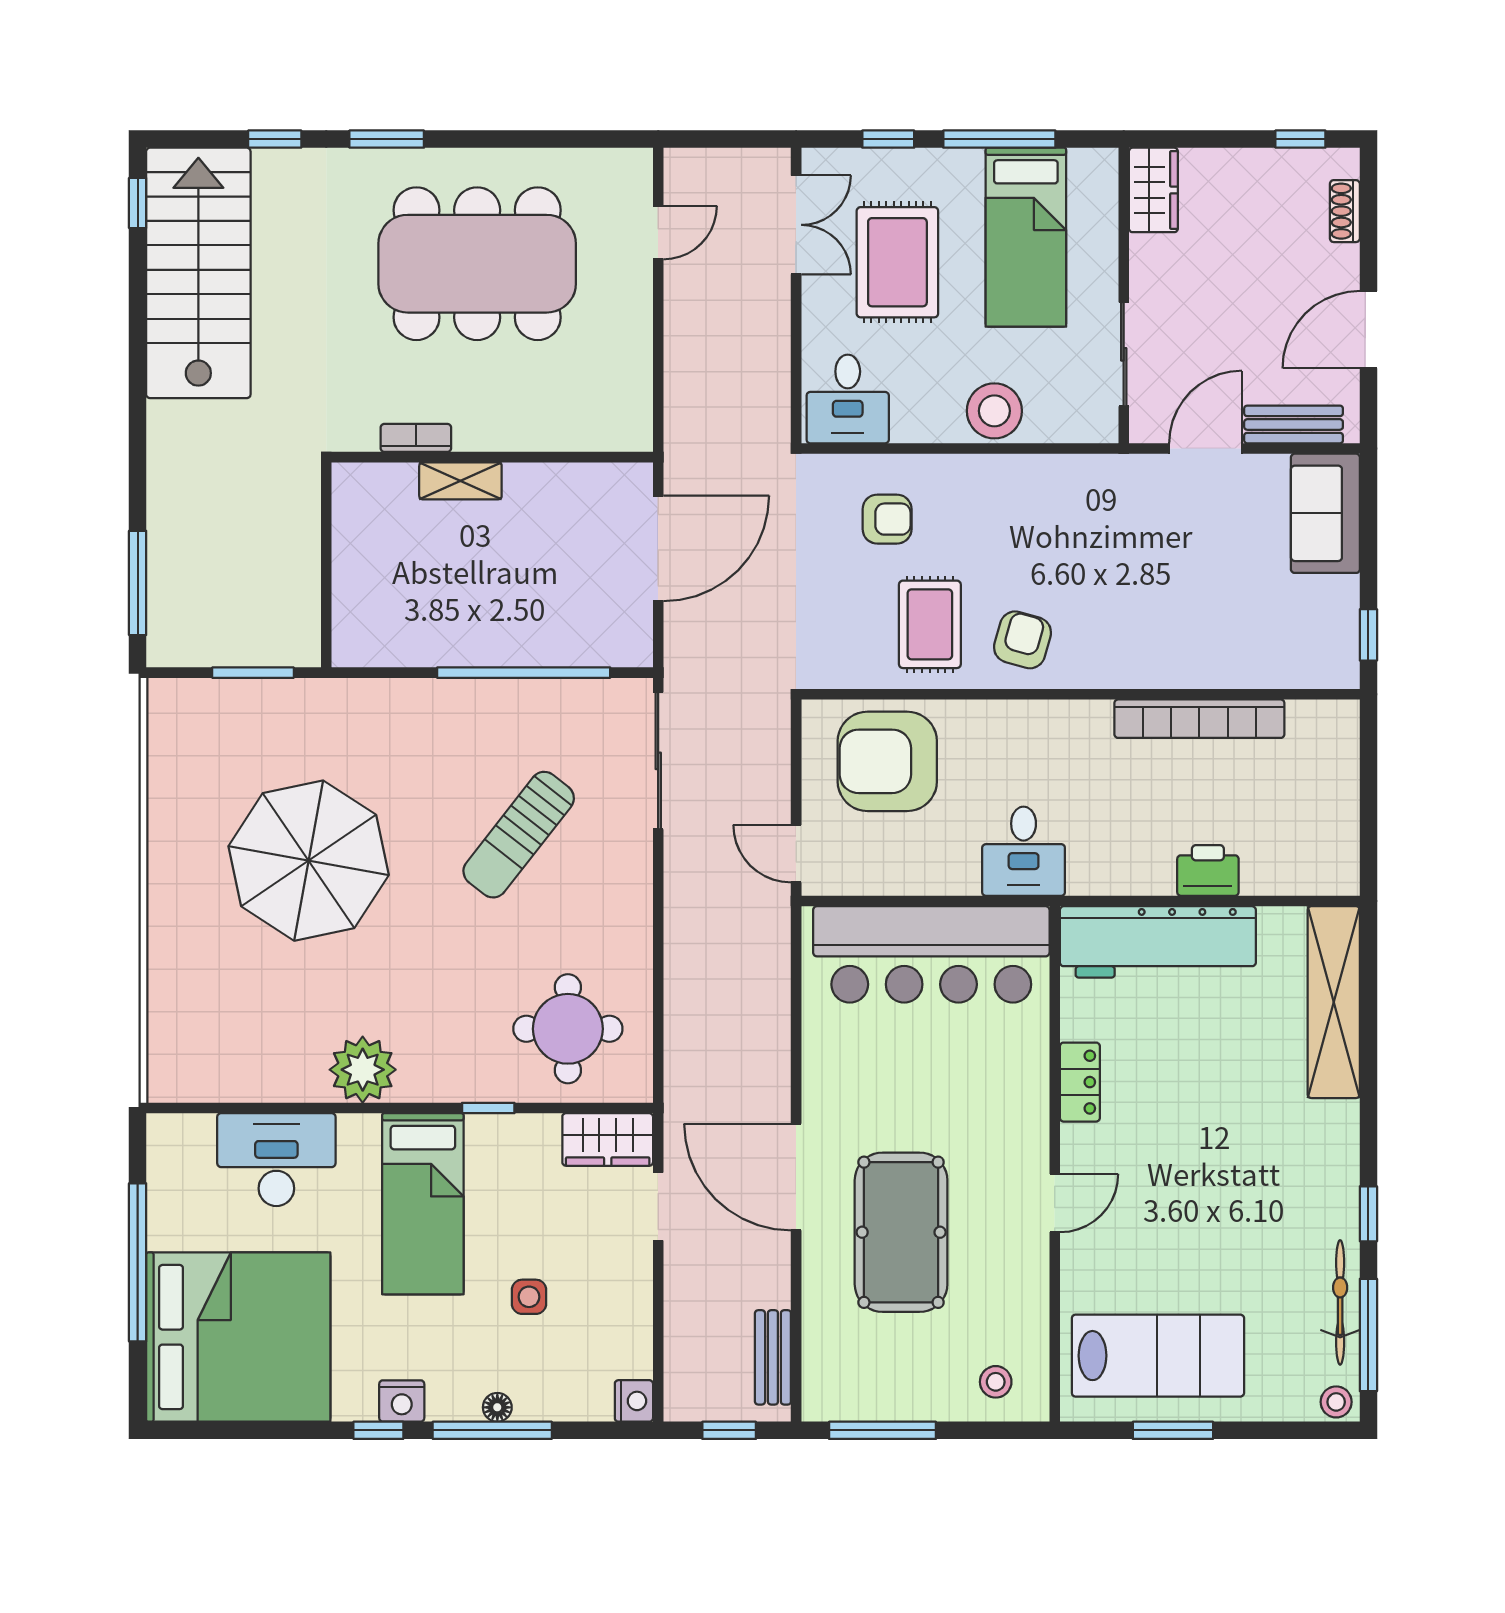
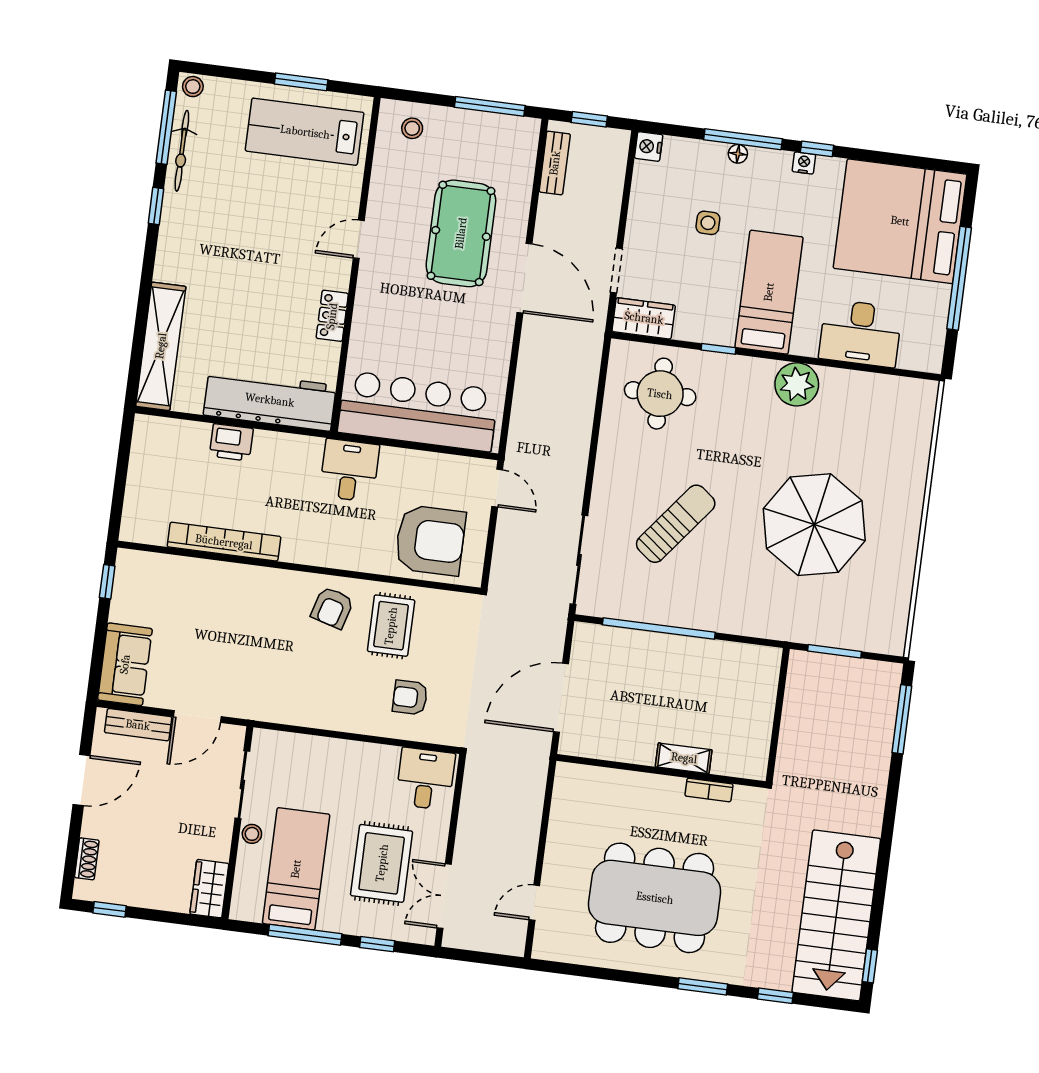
stool: (994, 411) -> (252, 834), moved, width x0.53, depth x0.53
nightstand: (402, 1401) -> (804, 163), width x0.72, depth x0.74

